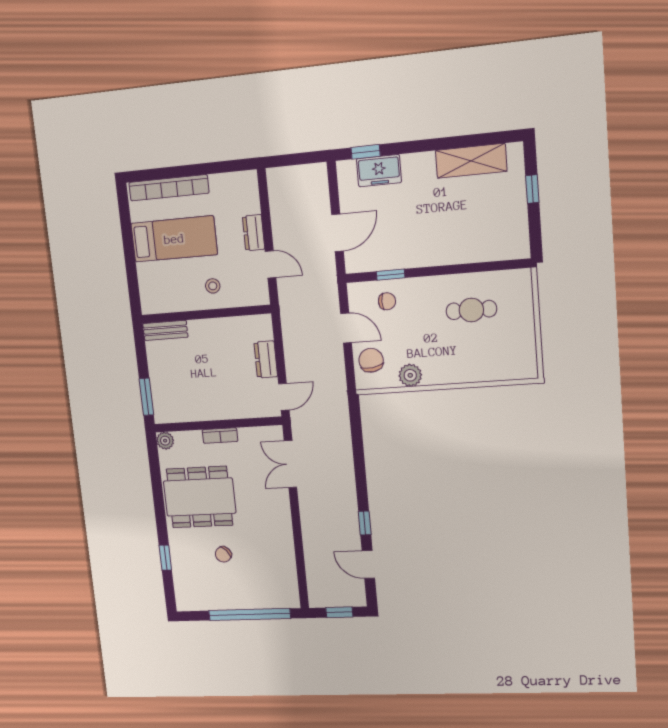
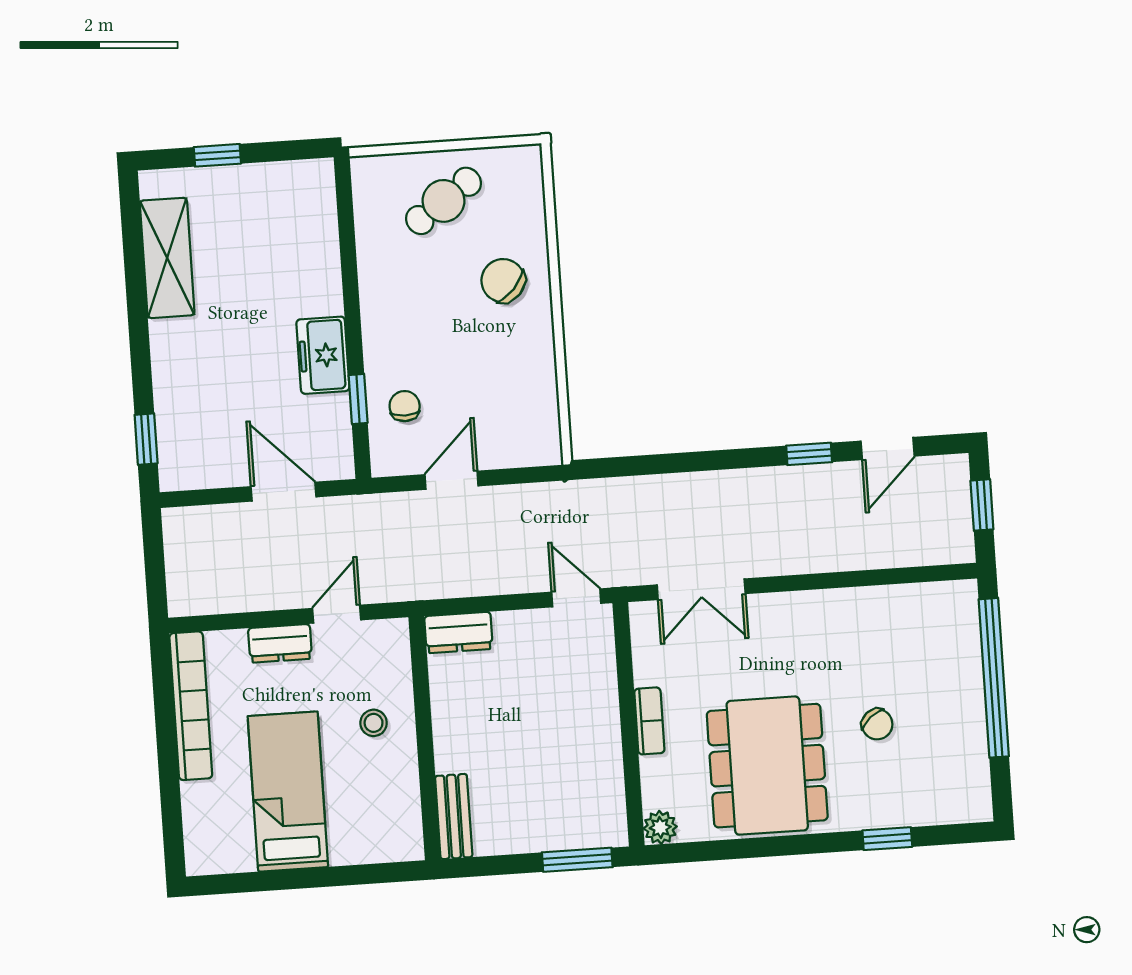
freezer: (379, 171) -> (323, 355), moved, turned 180
bookcase: (169, 188) -> (191, 706), moved
cafe table: (471, 310) -> (443, 201), moved, turned 55
dresser: (266, 359) -> (458, 632), moved
chair: (371, 360) -> (503, 281), moved, turned 50
plant: (410, 375) -> (536, 367), removed

